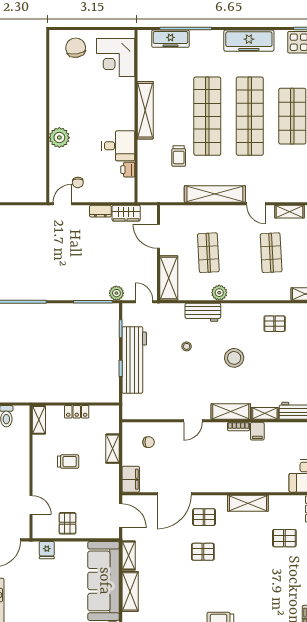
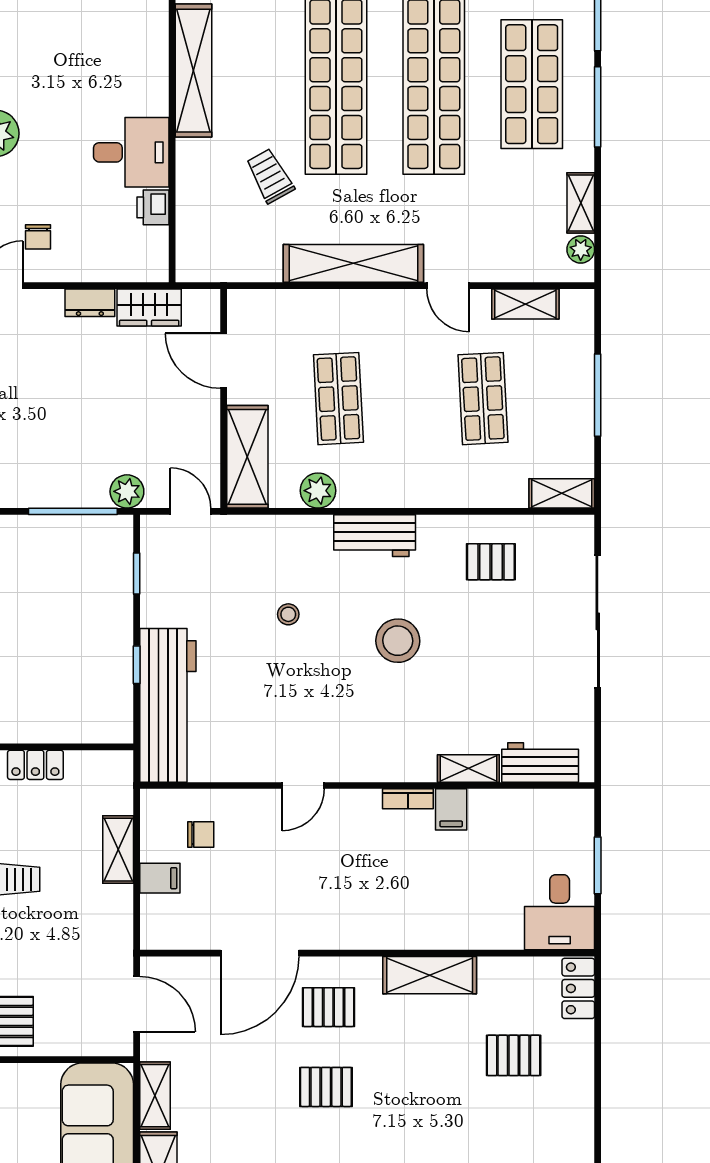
trolley: (179, 156) -> (270, 176), turned 151
plant: (219, 293) -> (318, 491), moved
workbench: (203, 312) -> (375, 536), moved
workbench: (134, 360) -> (168, 705), moved
shelving: (231, 412) -> (390, 764), removed
filing cabinet: (131, 479) -> (160, 878), moved, width x0.50

